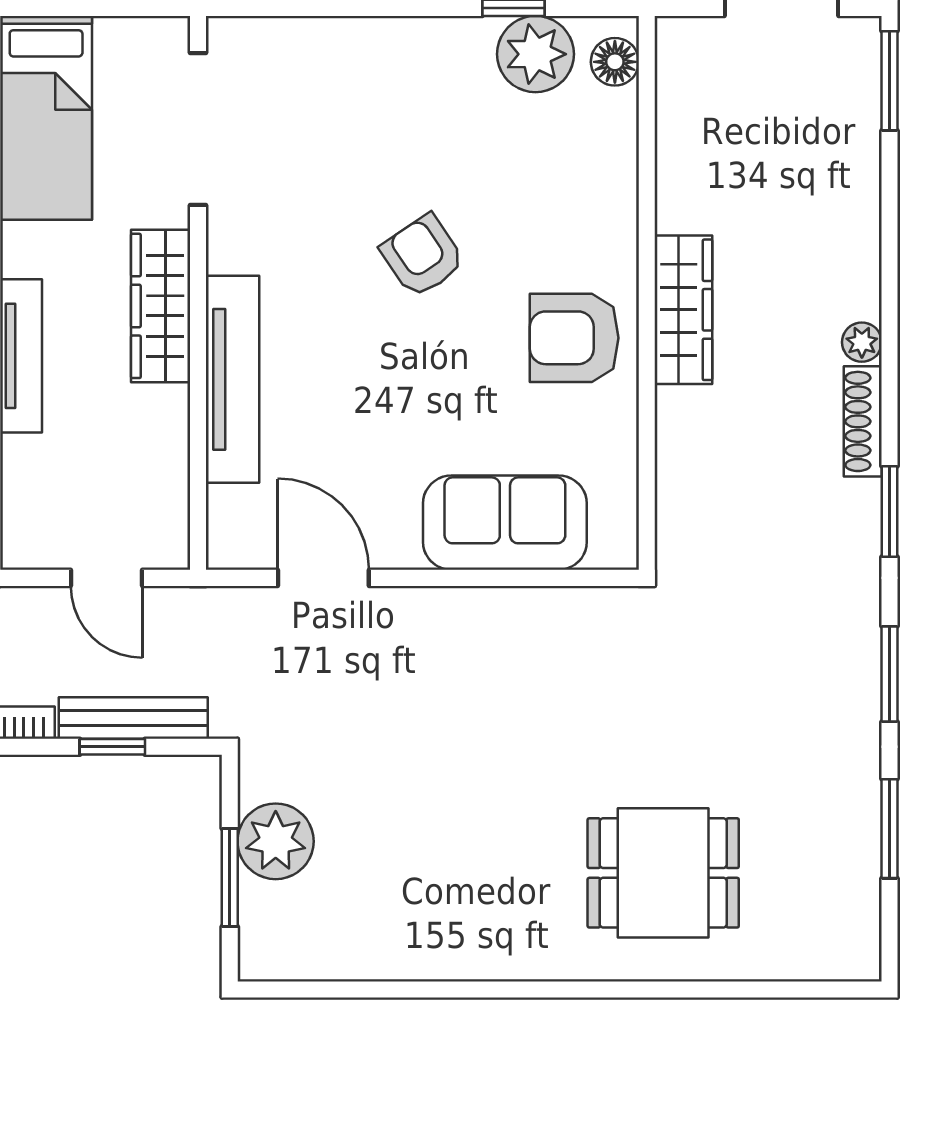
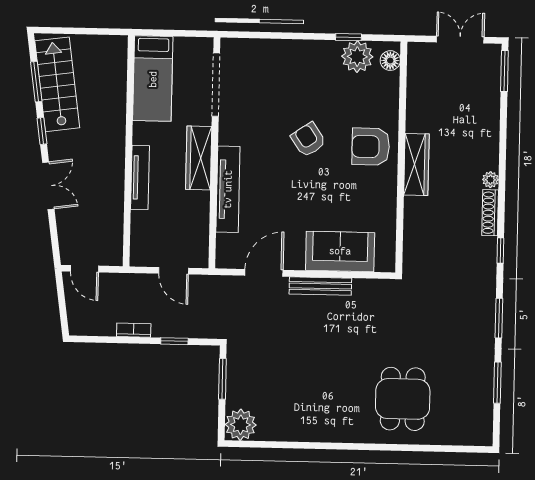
armchair: (574, 338) -> (371, 147), moved
window: (889, 512) -> (500, 251), width x0.67
door: (323, 578) -> (264, 273), hinge flipped
bench: (133, 718) -> (320, 286), moved
plant: (276, 841) -> (241, 425), moved
dining table: (663, 873) -> (403, 399), turned 90
window: (230, 877) -> (222, 379), moved

